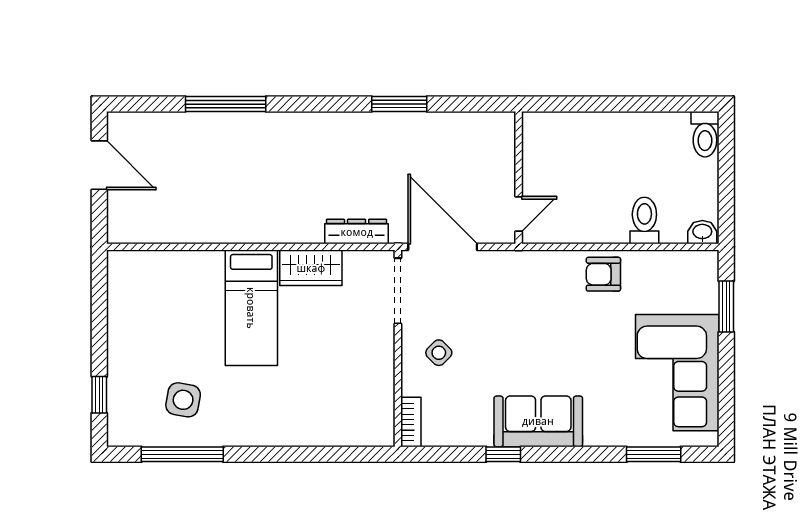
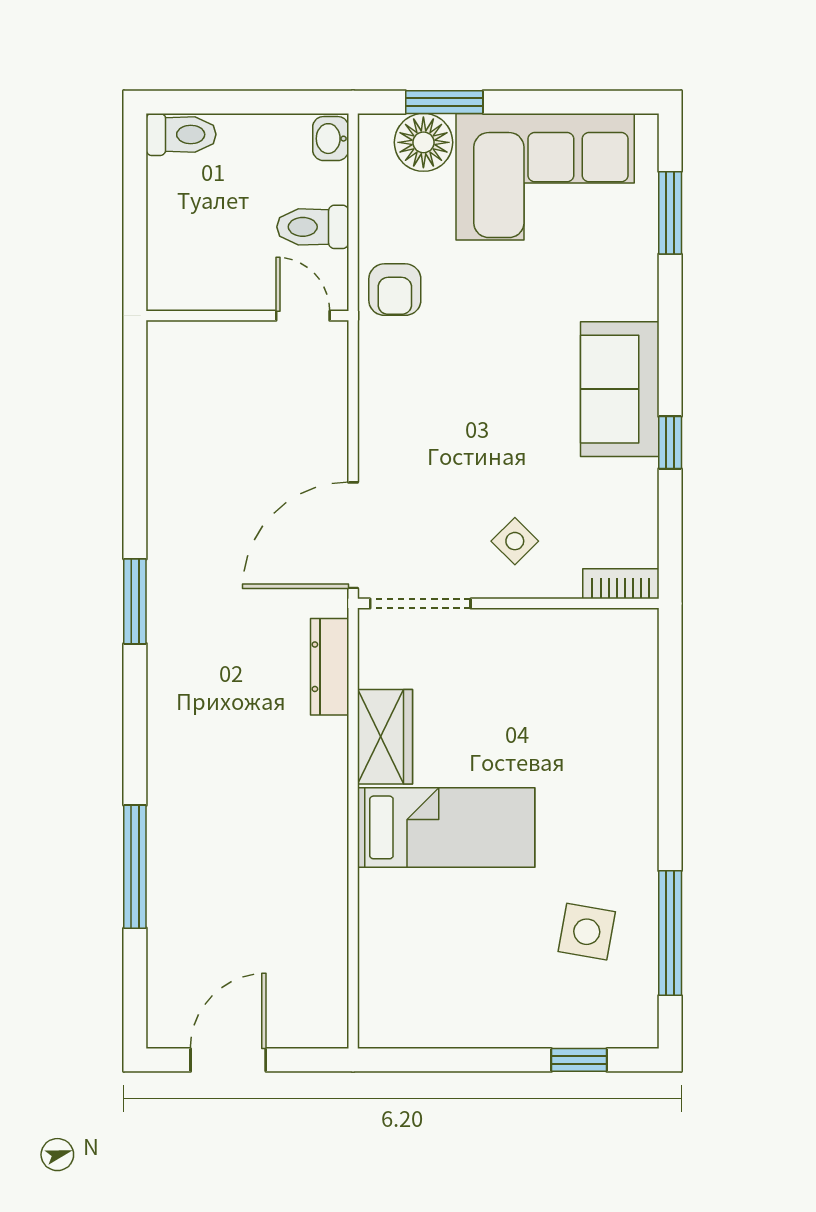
wall: (519, 178) -> (247, 316), moved
door: (519, 214) -> (303, 316), moved
floor lamp: (700, 293) -> (423, 142), added

